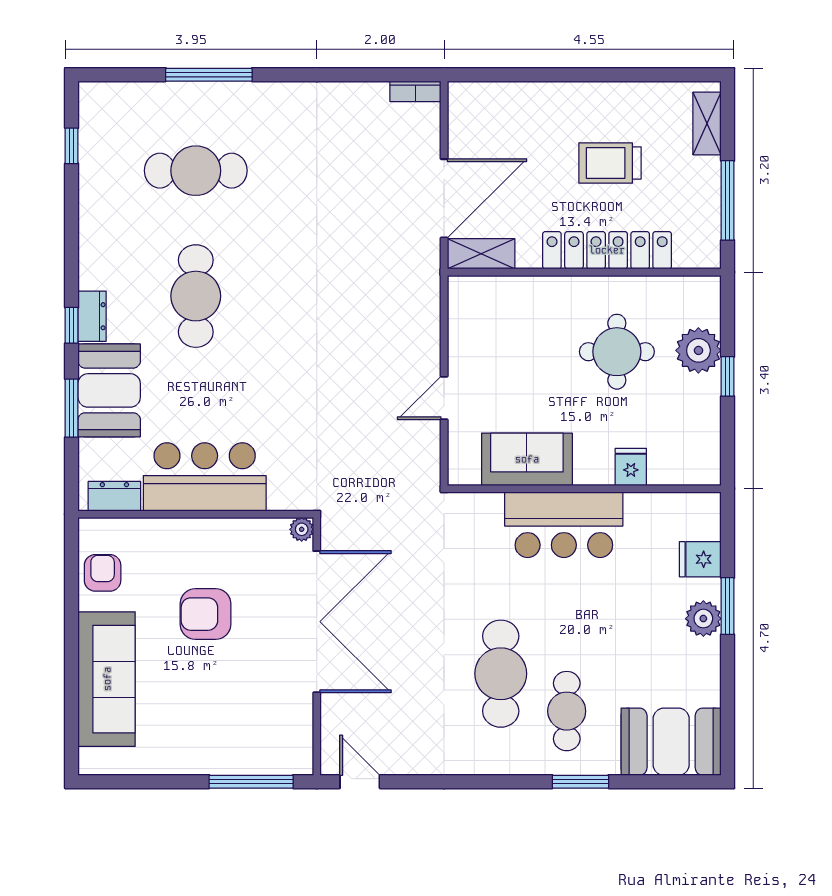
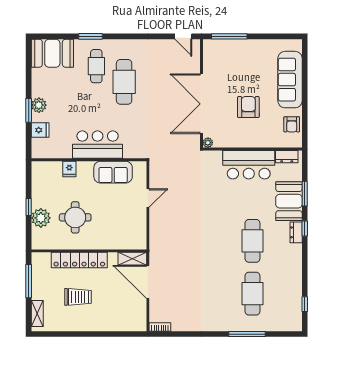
cafe table: (196, 171) -> (252, 294), turned 90
door: (444, 198) -> (148, 282), hinge flipped
armchair: (205, 614) -> (248, 107), turned -90

